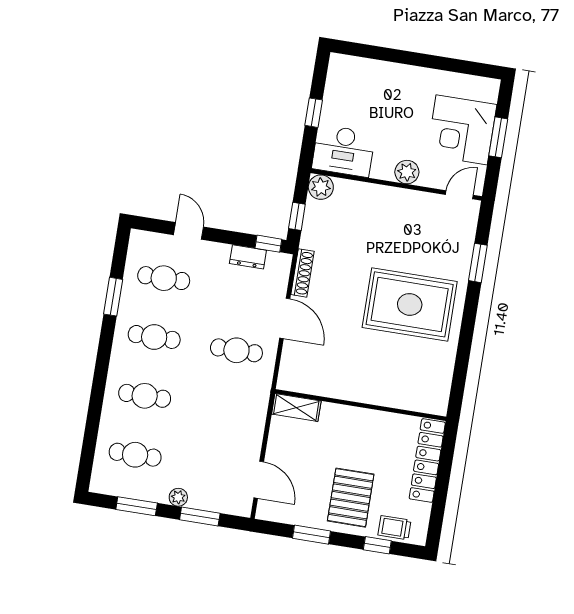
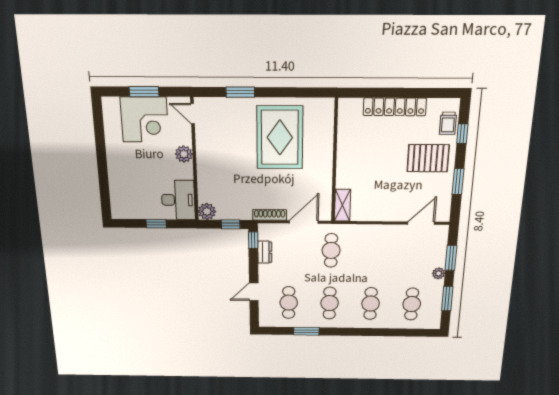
wall: (361, 405) -> (335, 161), moved
shelving: (296, 408) -> (342, 205), moved

